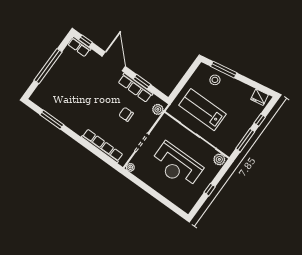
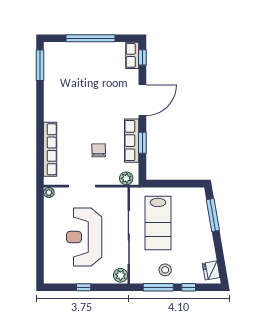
stool: (215, 80) -> (165, 270), moved
lab bench: (203, 110) -> (158, 223), turned 180
window: (52, 120) -> (40, 65), moved

